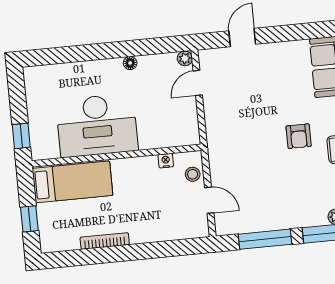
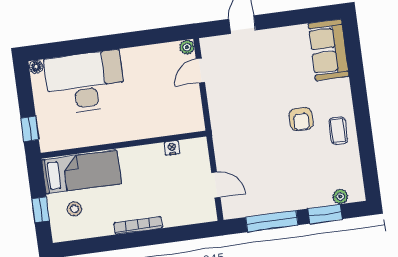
floor lamp: (130, 63) -> (36, 67), moved
desk: (97, 125) -> (85, 82), moved, turned 180
stool: (193, 174) -> (75, 209), moved
bookcase: (105, 241) -> (138, 225), moved

